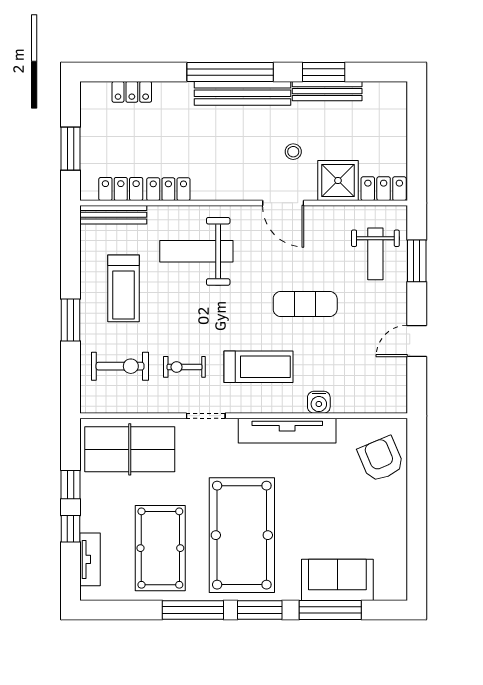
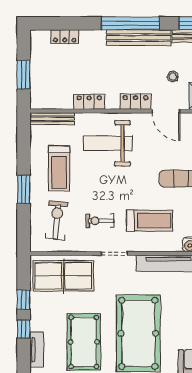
locker: (121, 189) -> (135, 102), moved
exercise bike: (120, 366) -> (57, 220), turned -85

